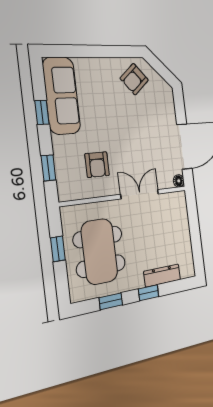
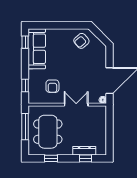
window: (42, 112) -> (25, 42), moved
window: (58, 249) -> (25, 127), width x2.17
window: (149, 293) -> (85, 158), moved

